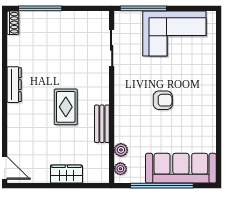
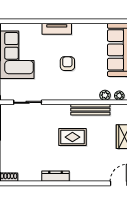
tv unit: (209, 86) -> (57, 29), added
bench: (102, 124) -> (90, 110), width x1.36

